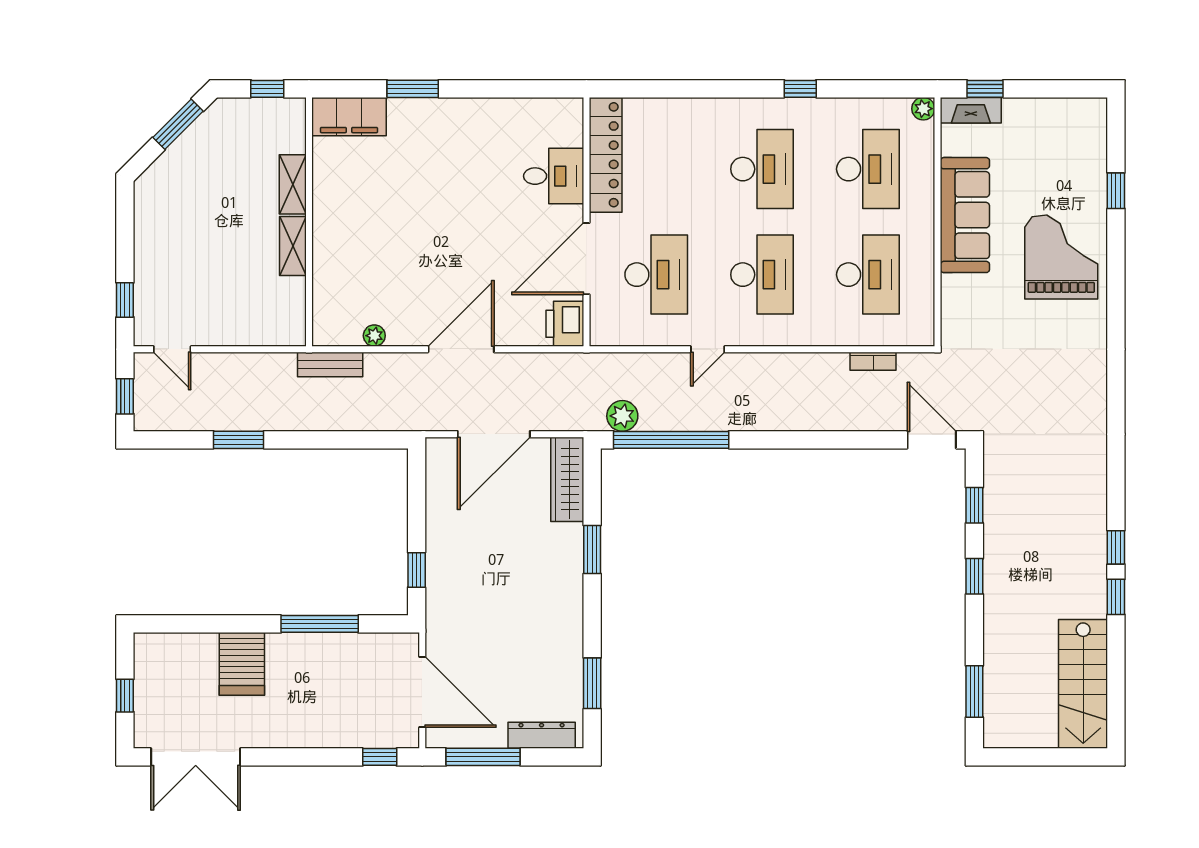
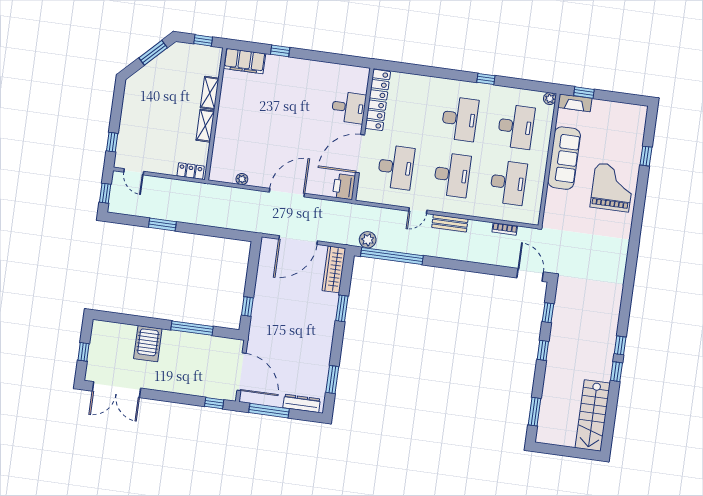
window: (413, 89) -> (280, 51), width x0.67
locker: (277, 334) -> (191, 171), added
bench: (330, 365) -> (450, 223), moved

